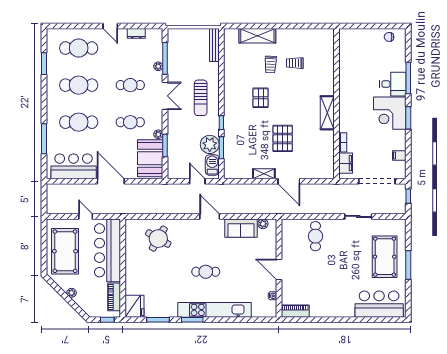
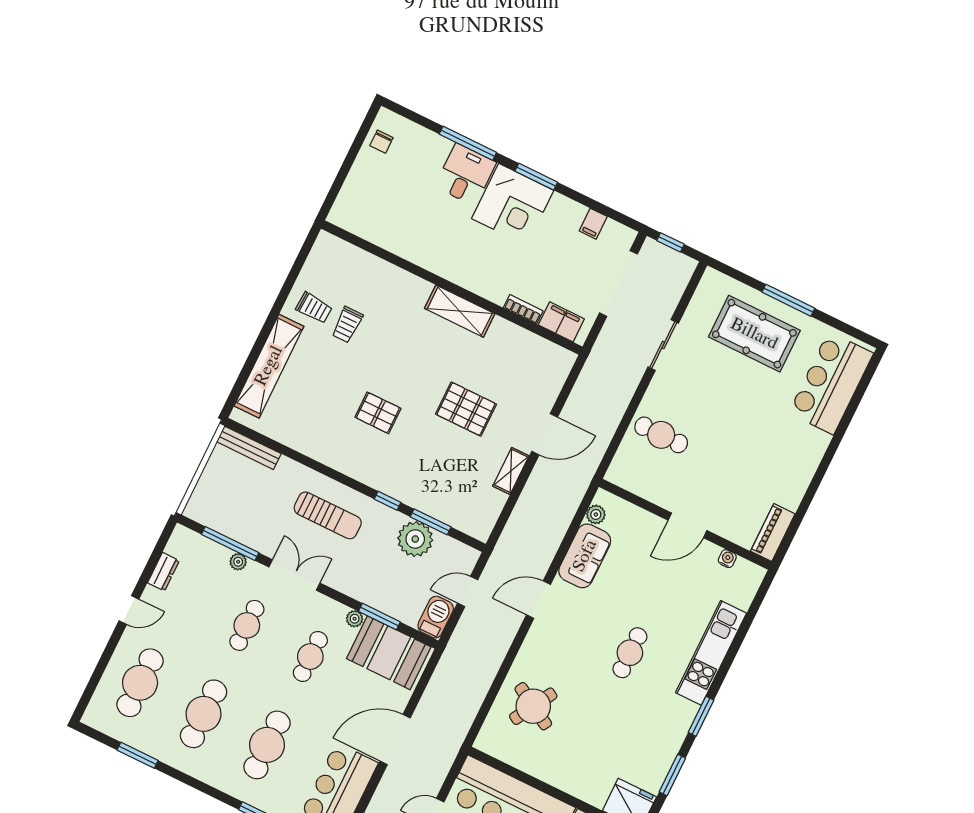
shelving: (257, 36) -> (269, 366), width x1.47
trolley: (271, 64) -> (314, 308), moved
barbecue: (212, 165) -> (436, 617), moved, turned 90
kitchen unit: (215, 310) -> (711, 653), width x0.73

